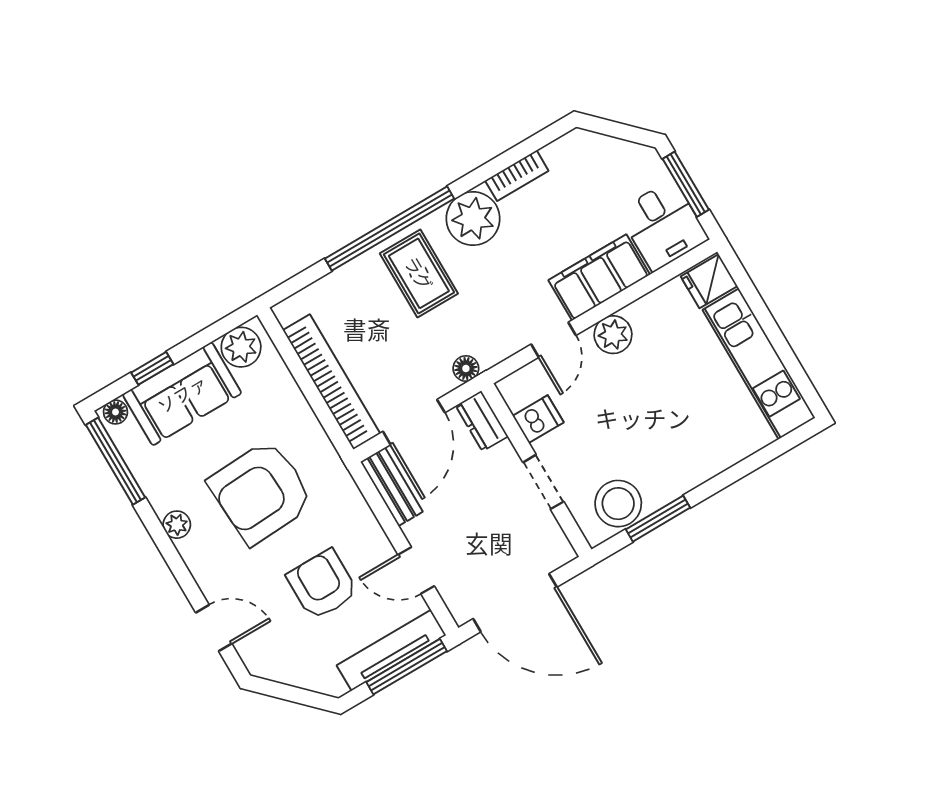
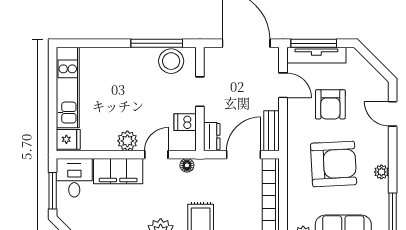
floor lamp: (466, 368) -> (187, 165), moved
window: (658, 519) -> (157, 43), width x1.44

